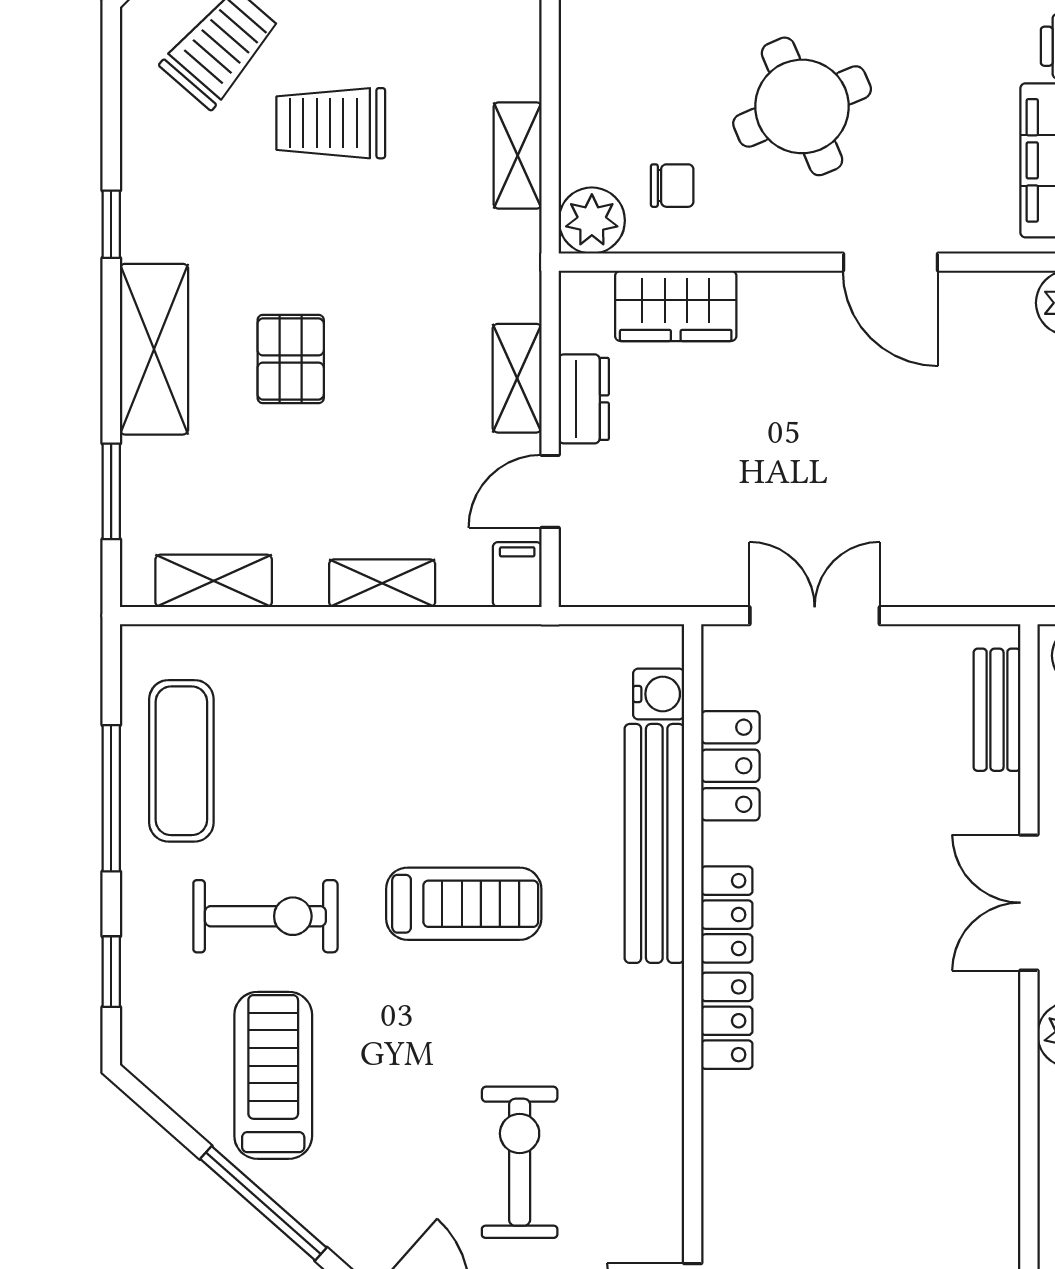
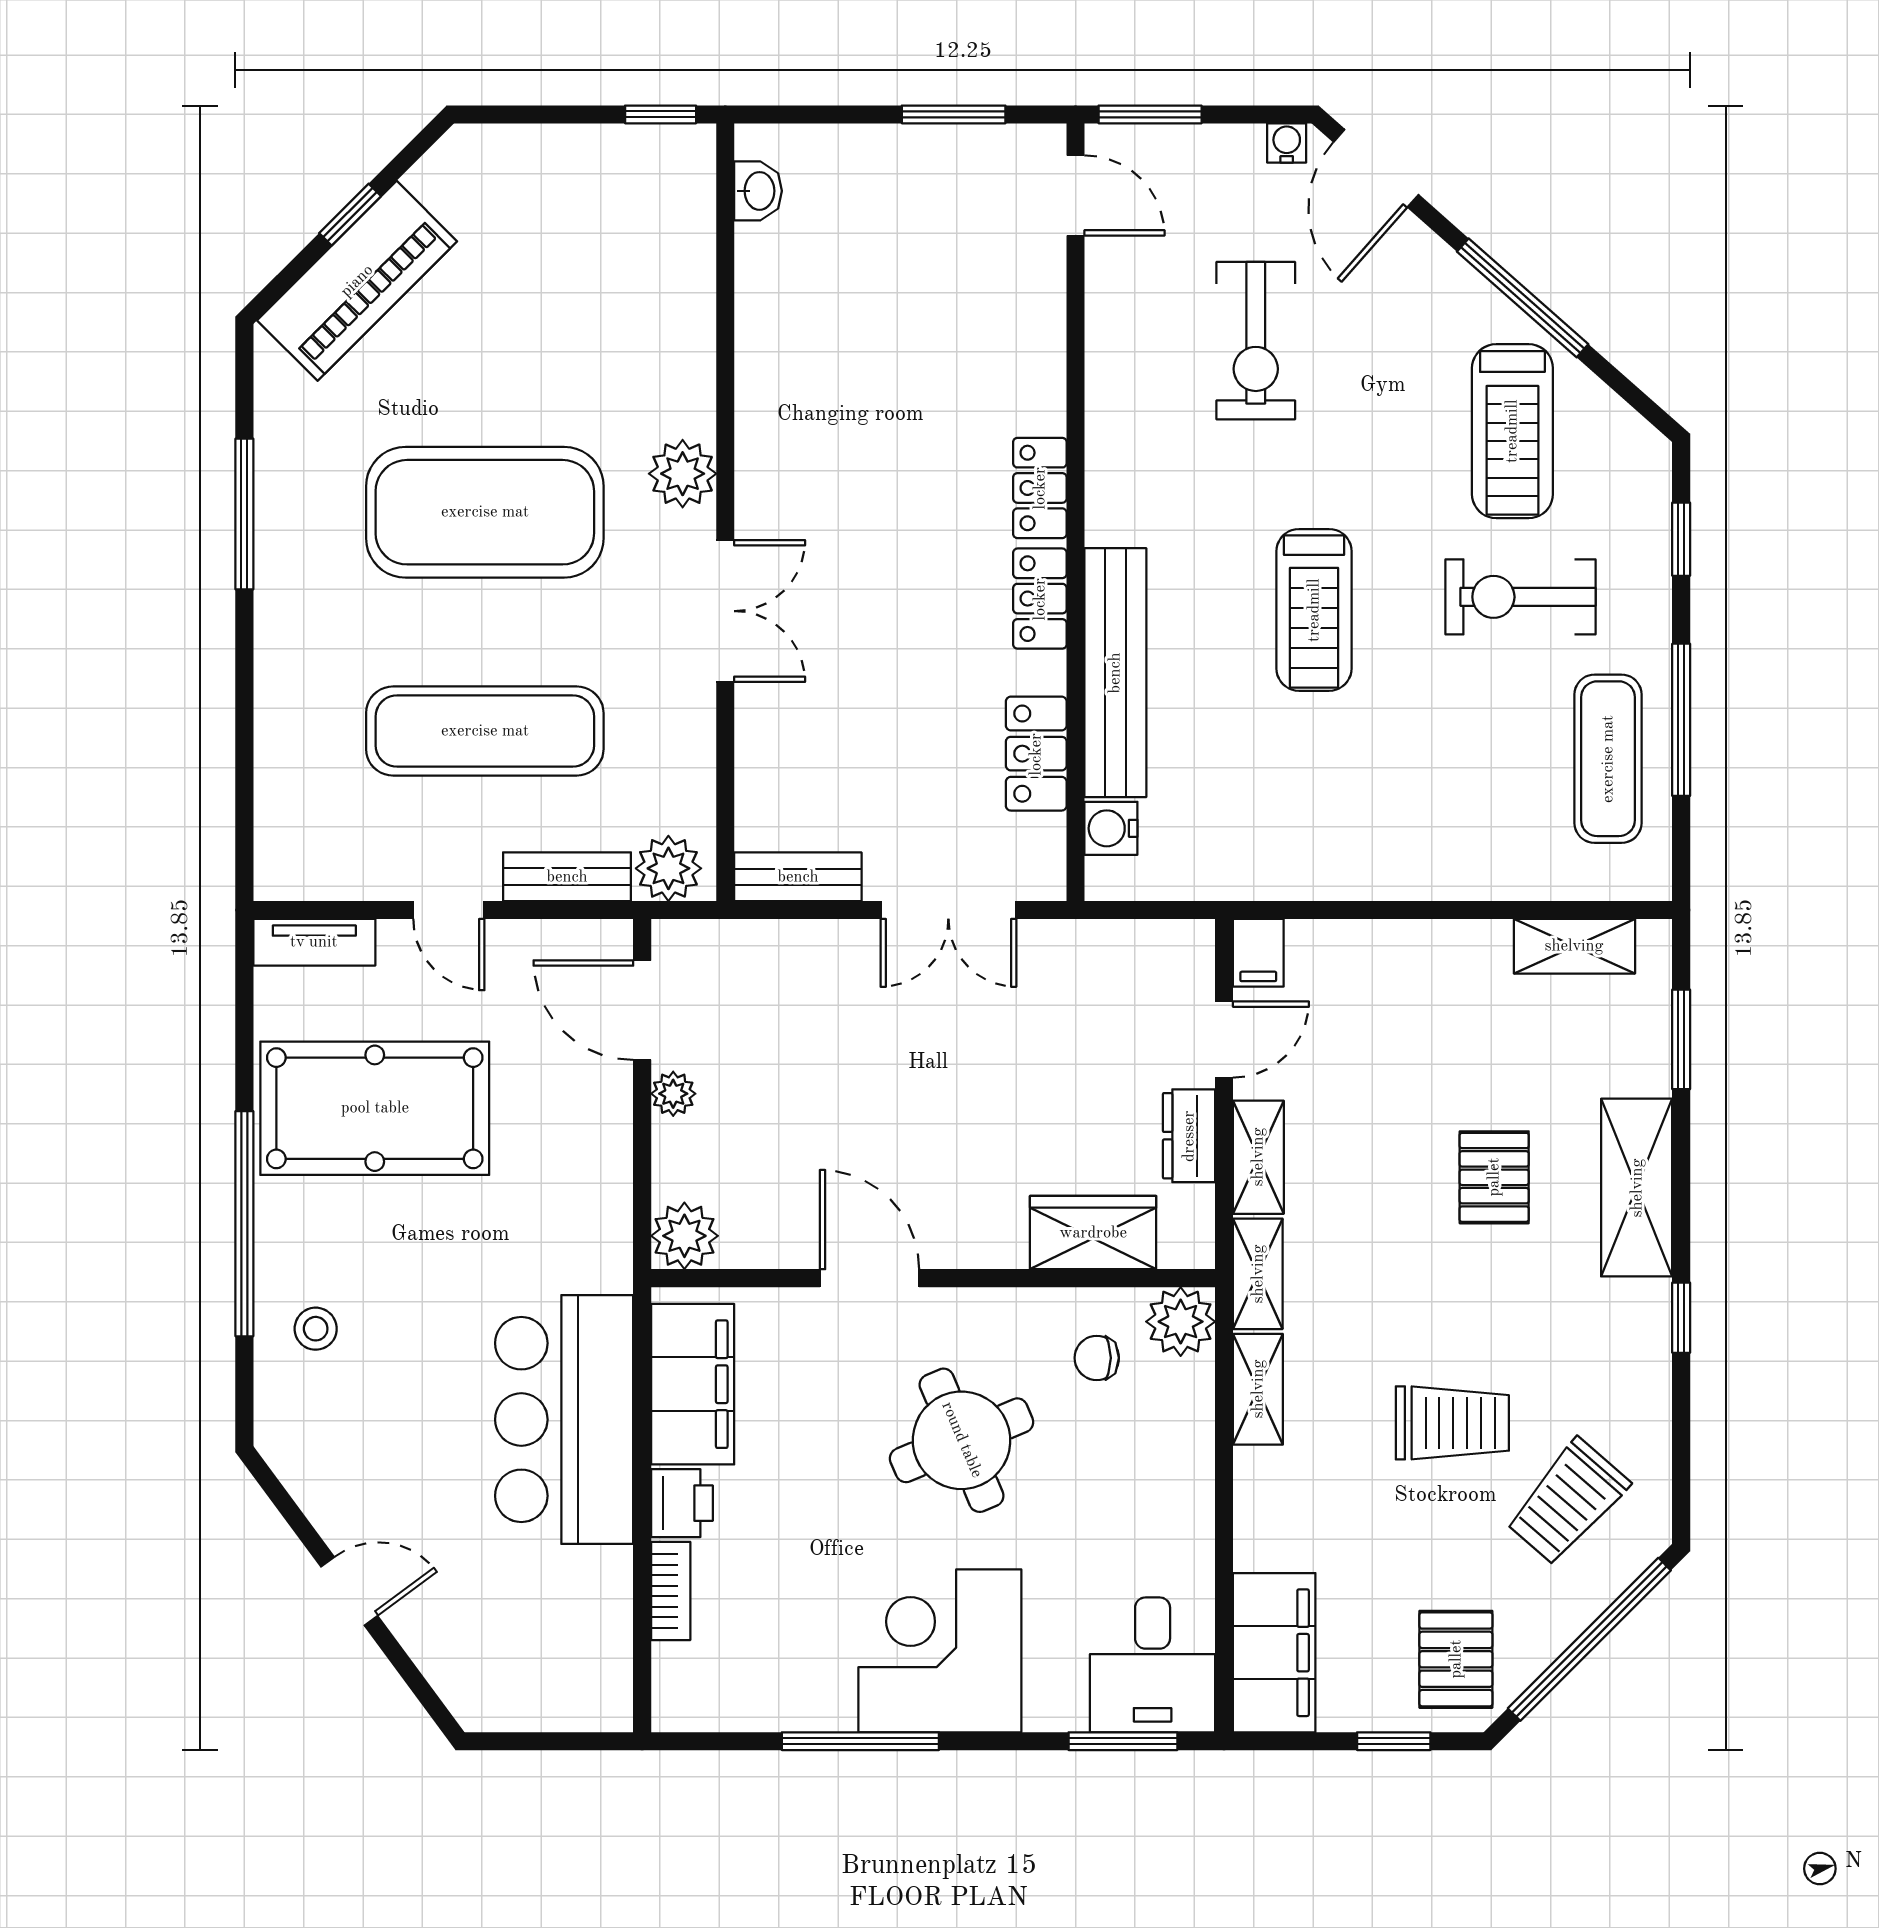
shelving: (382, 583) -> (1258, 1274), moved, turned 90
bench: (997, 710) -> (798, 877), moved, turned 90
treadmill: (464, 904) -> (1314, 610), turned -90

